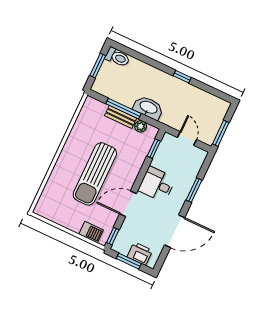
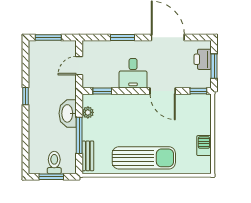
toilet: (117, 57) -> (54, 162), moved
bench: (121, 117) -> (88, 156), moved
window: (221, 133) -> (48, 37), moved
sun lounger: (95, 174) -> (144, 158), moved
barbecue: (91, 232) -> (204, 146), moved

